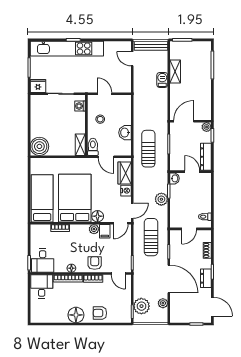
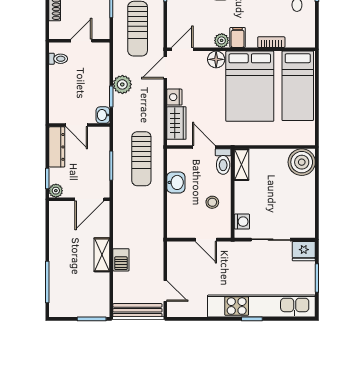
shelving: (175, 72) -> (102, 255), moved
filing cabinet: (105, 231) -> (238, 37), moved

